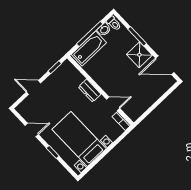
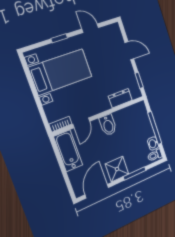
bathtub: (89, 48) -> (68, 151), moved, turned 180
bidet: (105, 79) -> (108, 125), added
door: (33, 87) -> (129, 51), hinge flipped
dresser: (90, 91) -> (120, 98), moved
door: (32, 130) -> (90, 28), swing flipped

